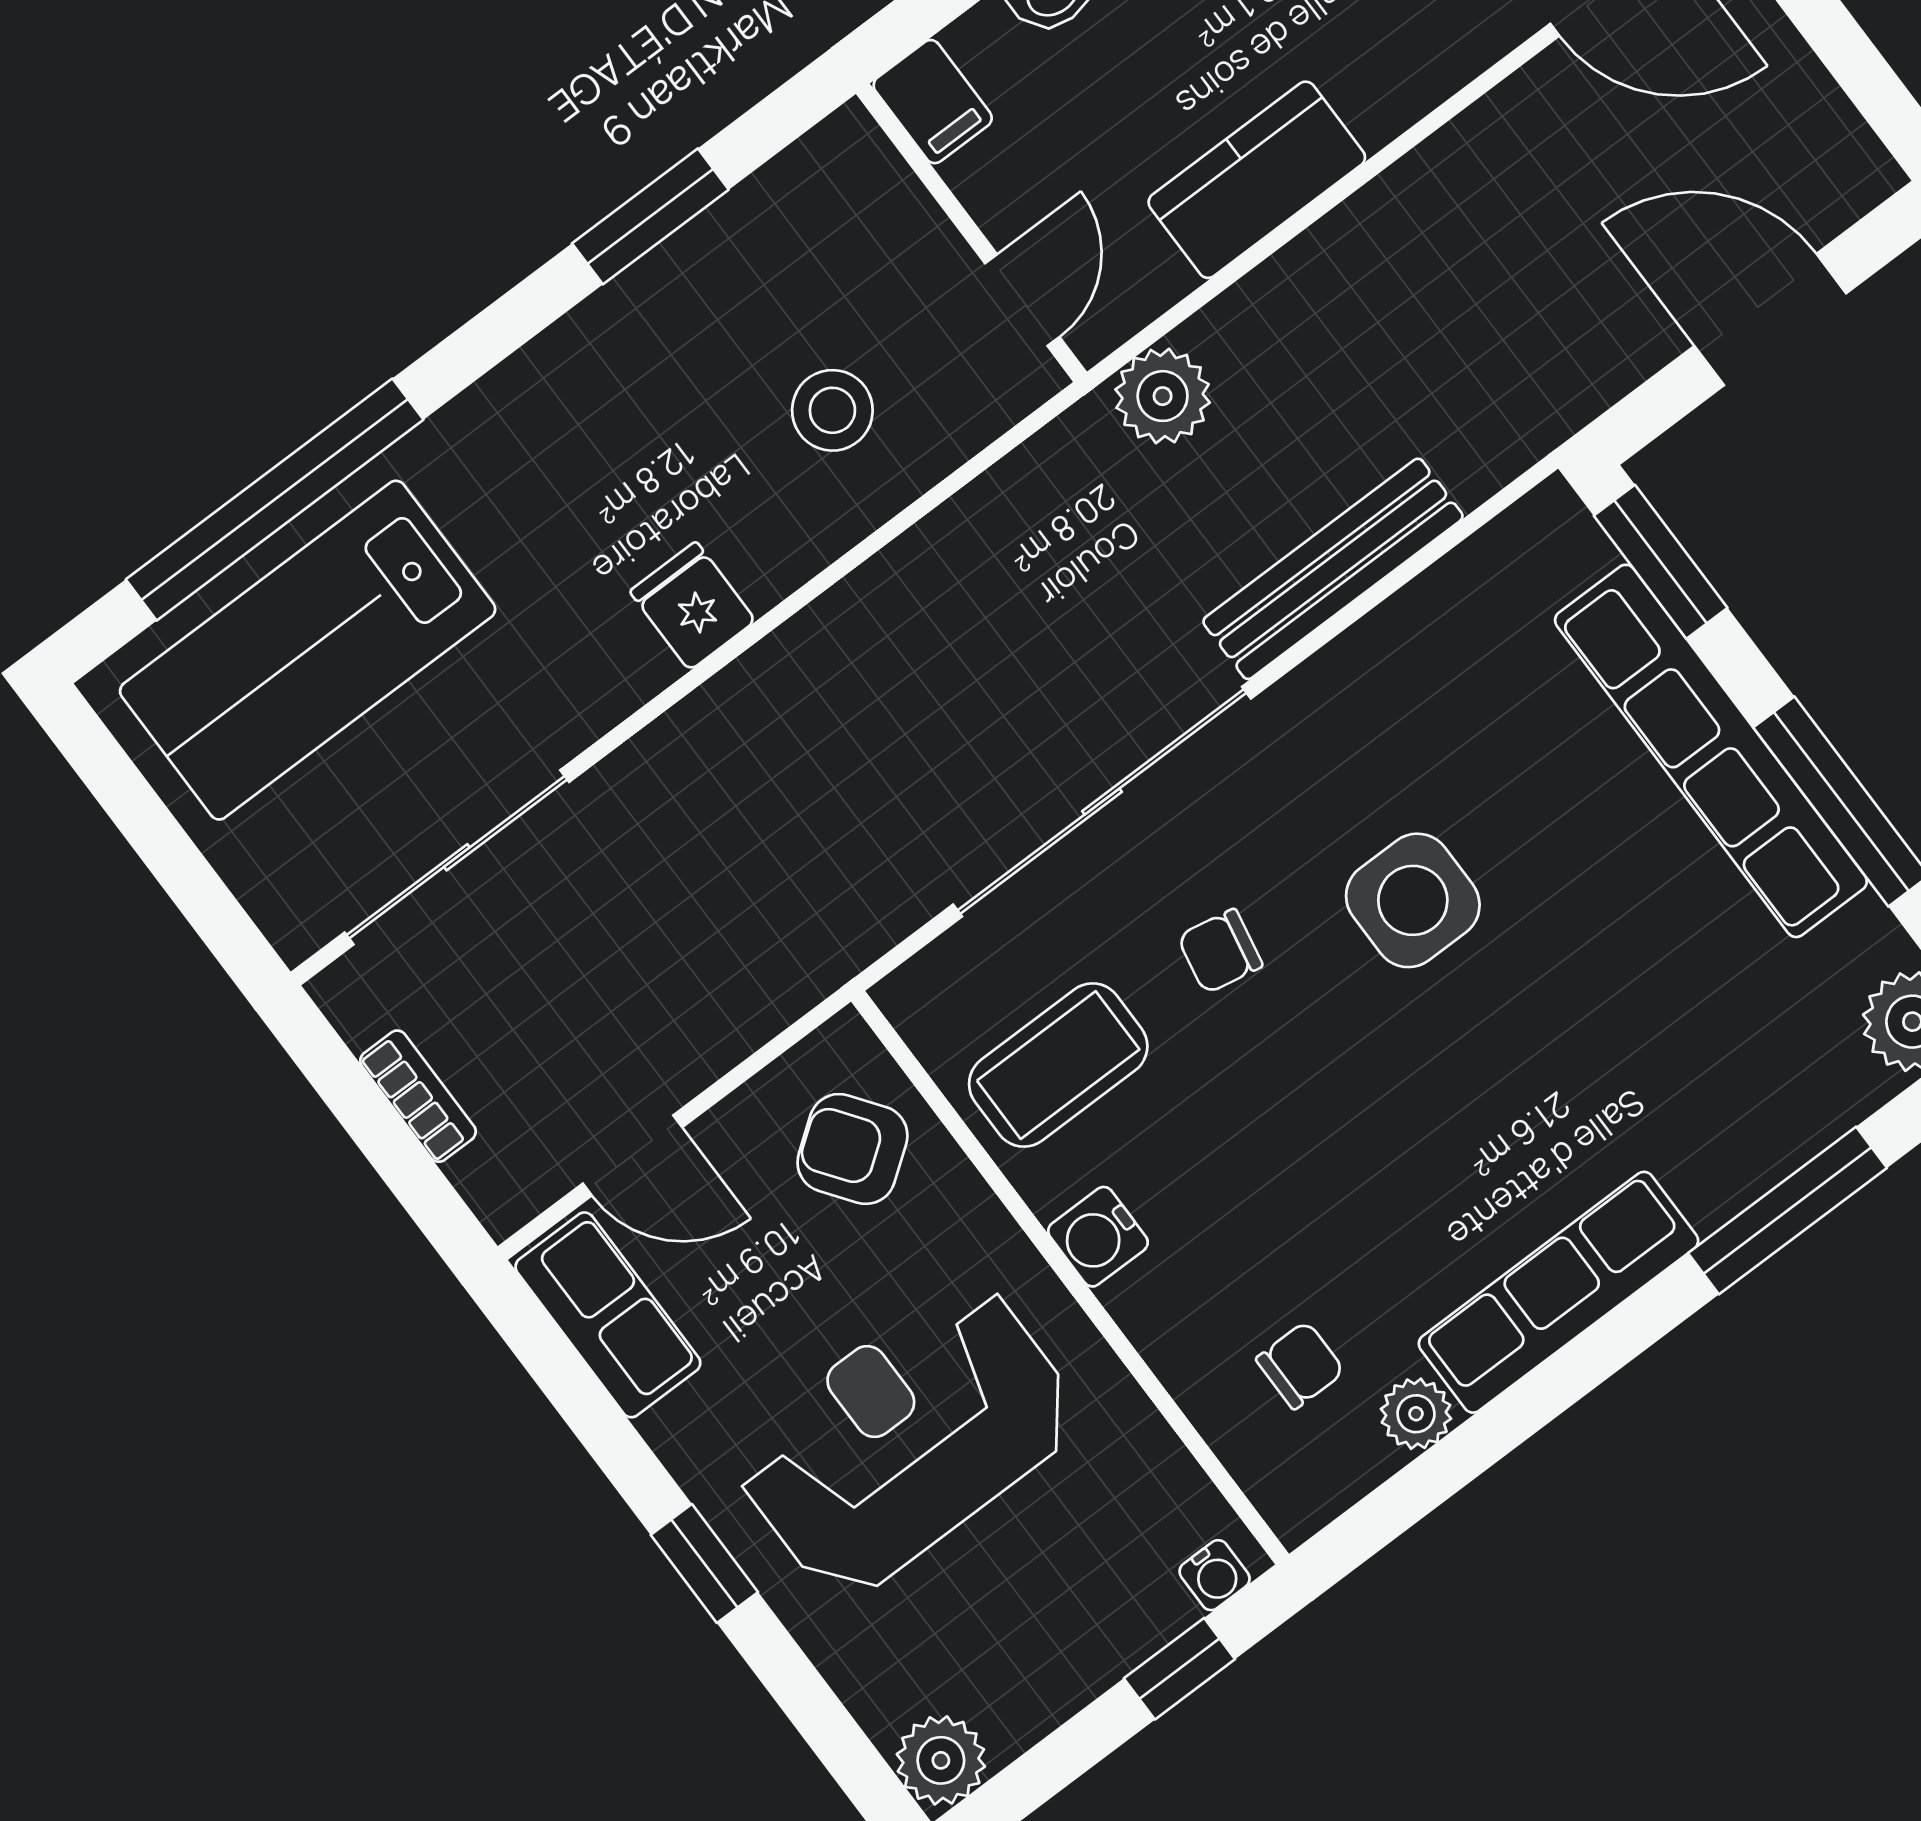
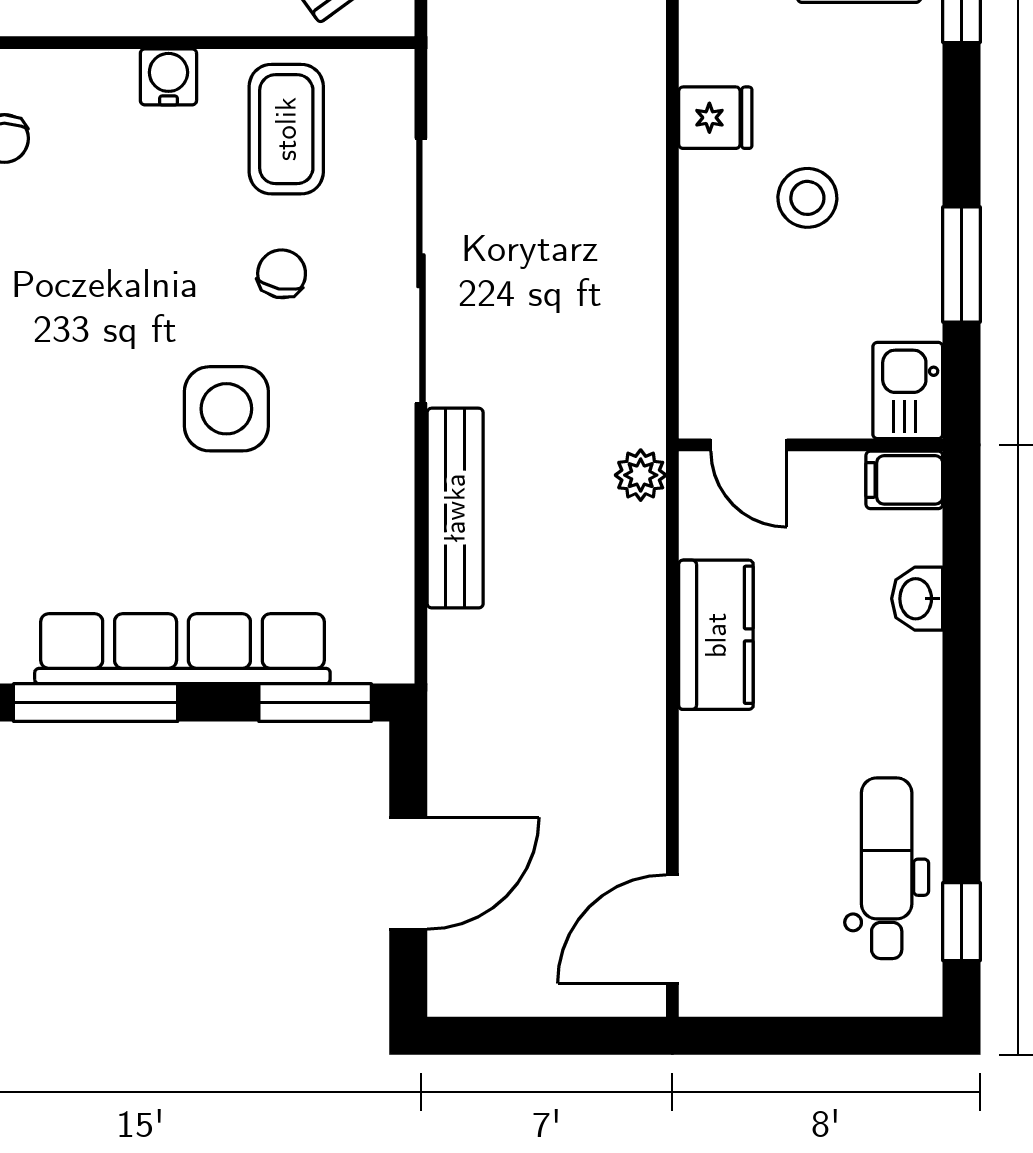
kitchen sink: (832, 171) -> (908, 390), added
plant: (1163, 396) -> (641, 475), width x0.73, depth x0.73
stool: (832, 410) -> (807, 198), moved

